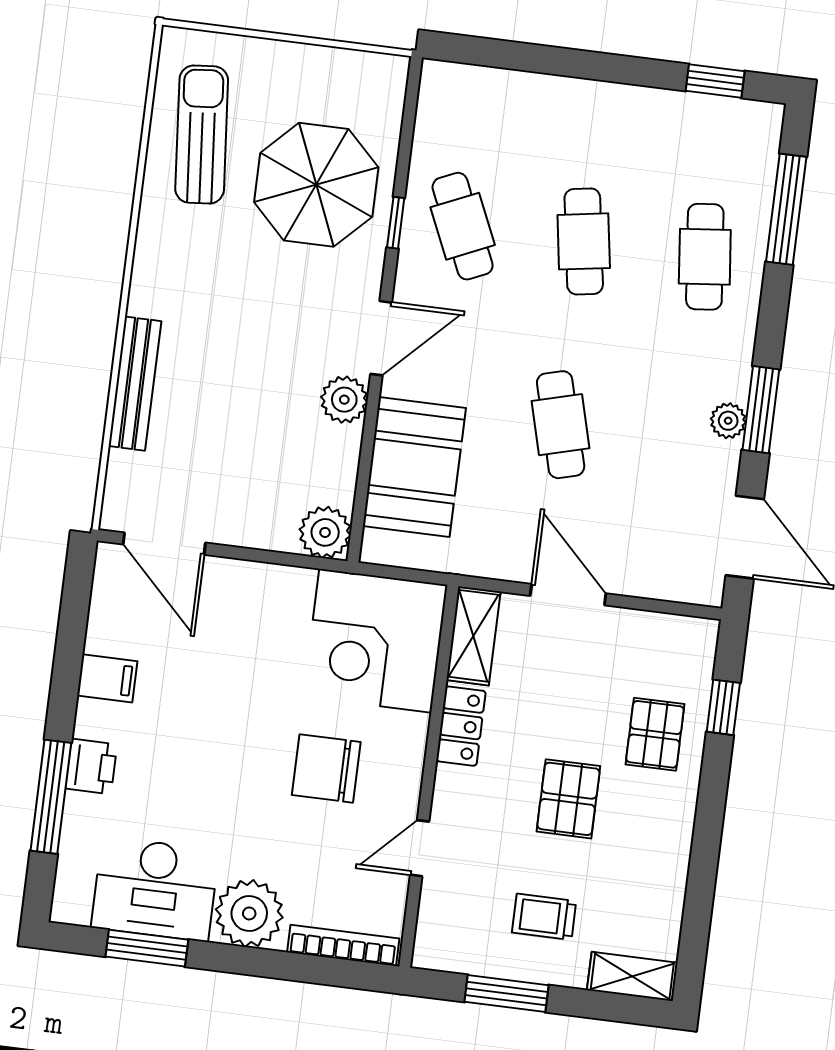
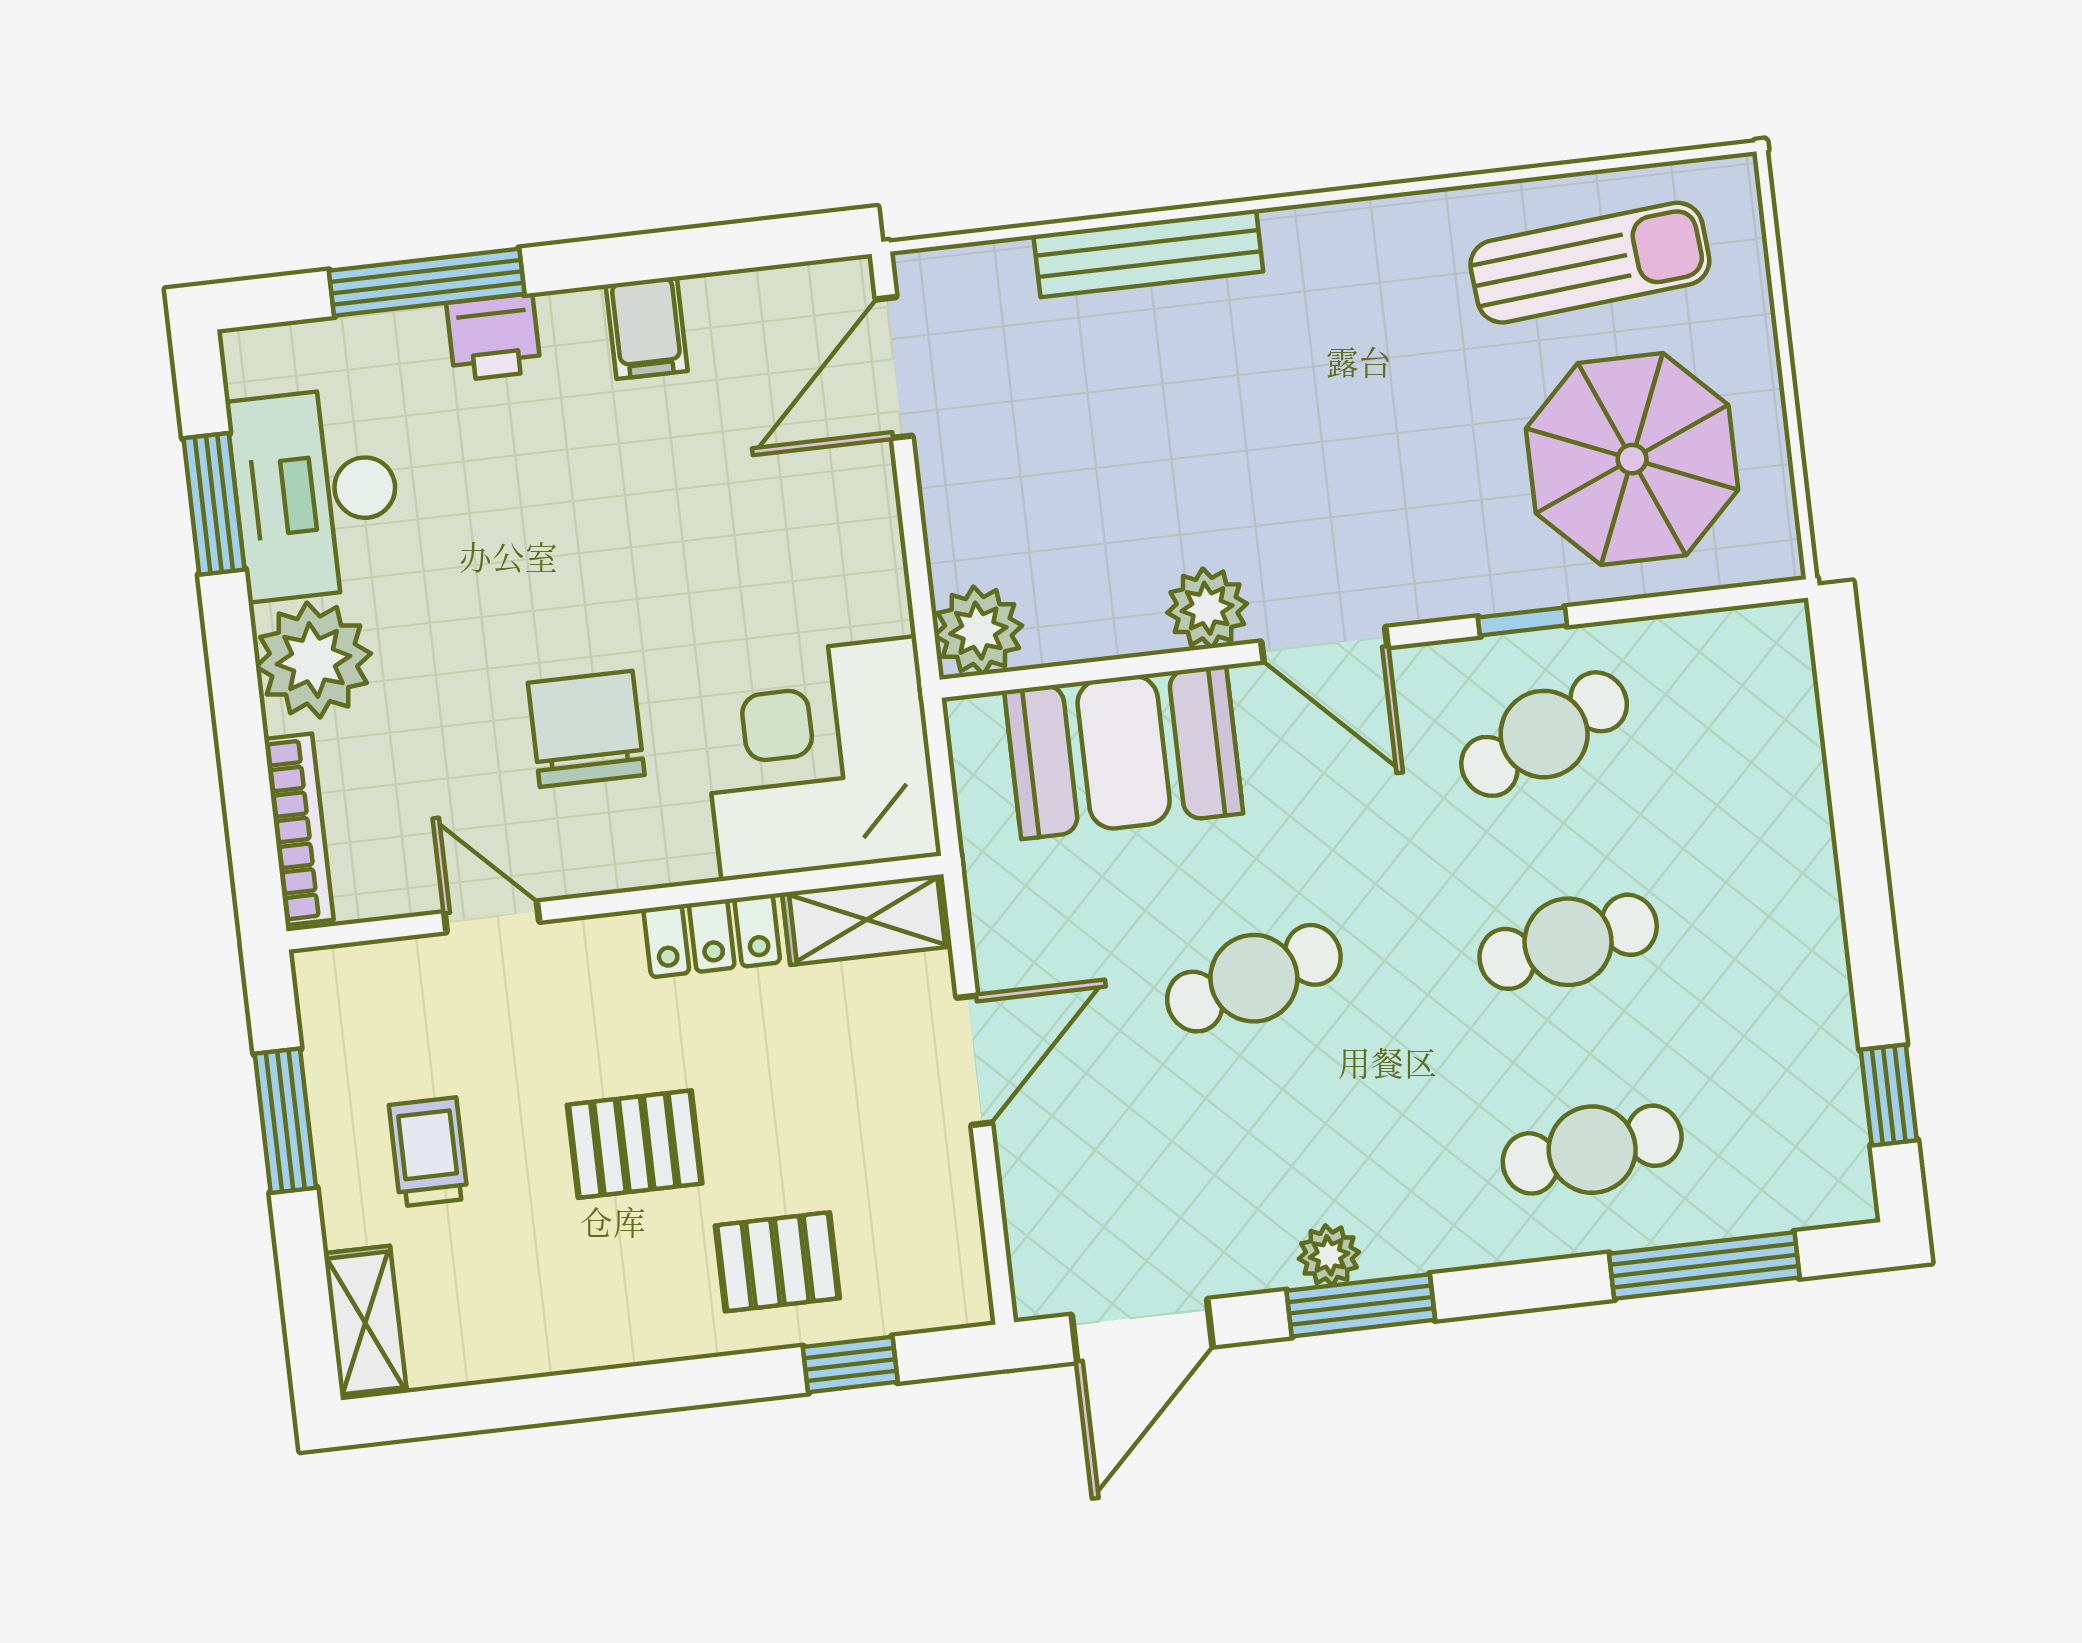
parasol: (316, 185) -> (1632, 459), moved

